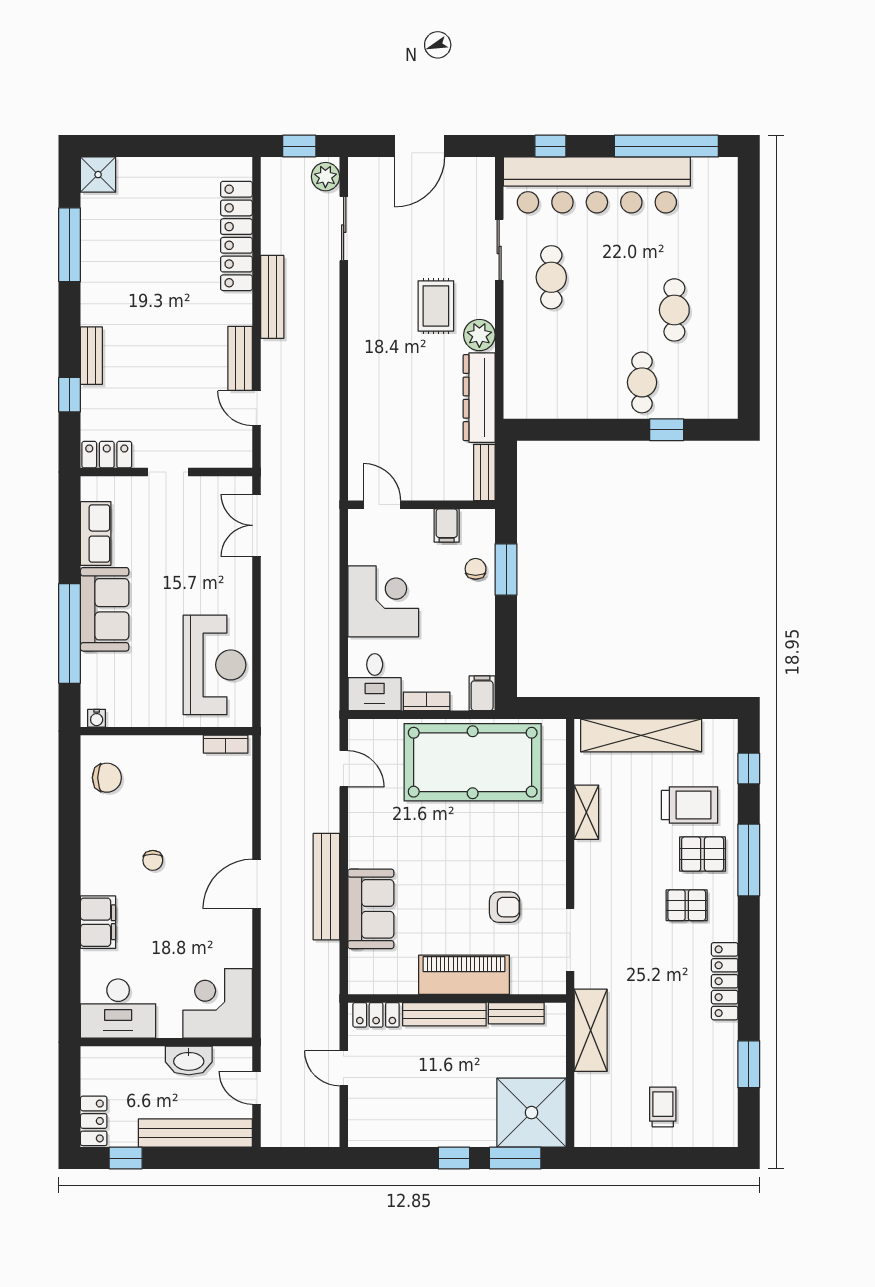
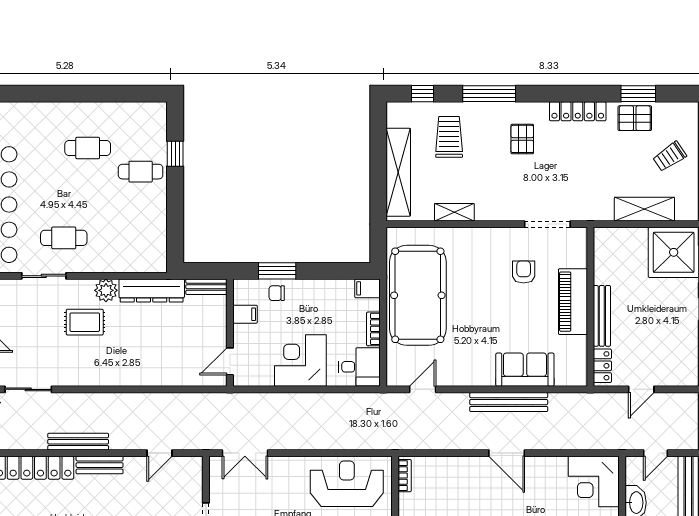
bench: (240, 358) -> (100, 465), moved
pallet: (703, 854) -> (635, 118), moved, turned 90
bench: (516, 1013) -> (601, 263), removed
shelving: (591, 1030) -> (644, 209), moved
trolley: (663, 1107) -> (670, 156), turned -34

